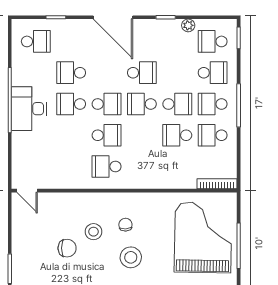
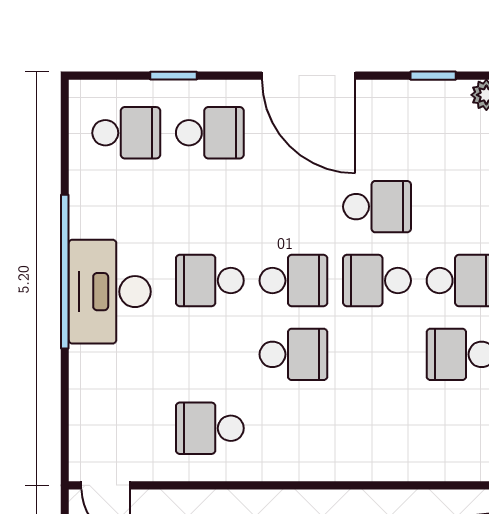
school desk: (71, 73) -> (210, 133), moved, turned 180
school desk: (107, 166) -> (210, 428), moved

